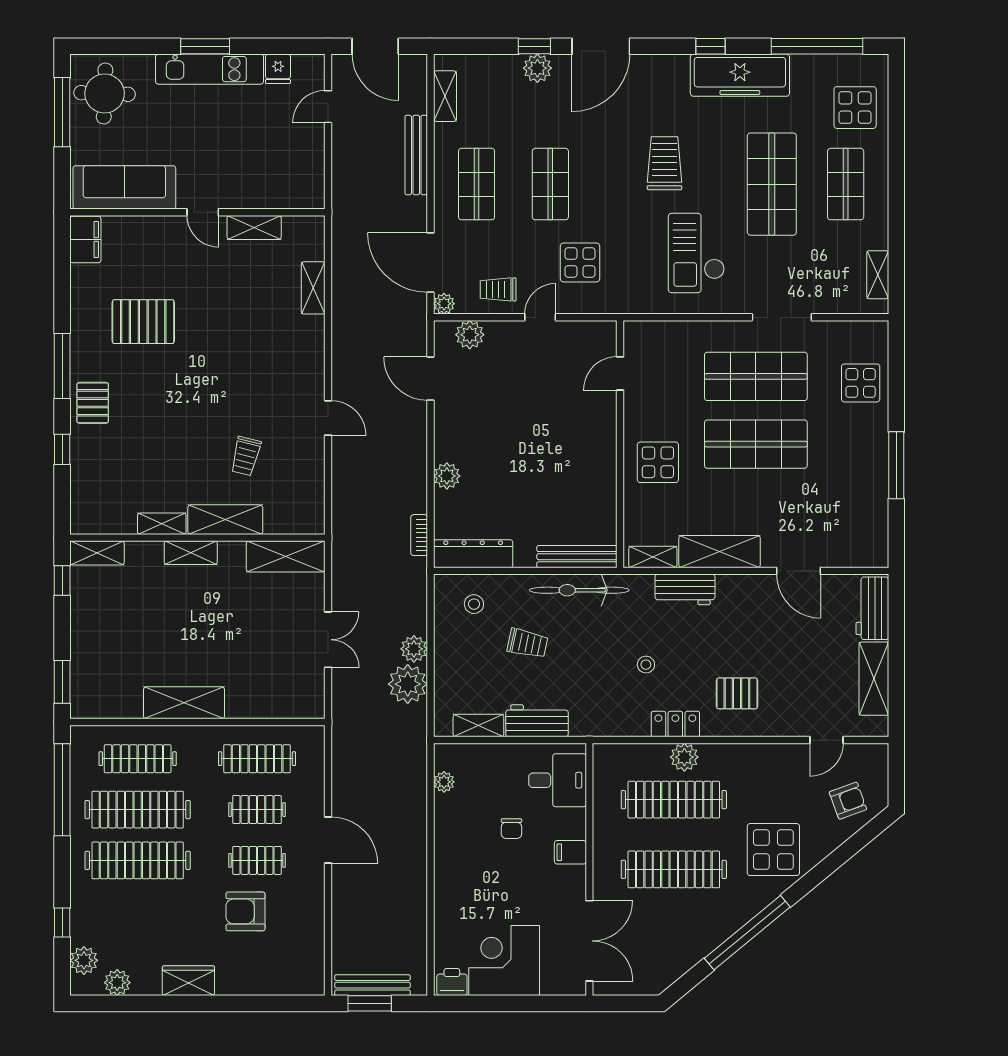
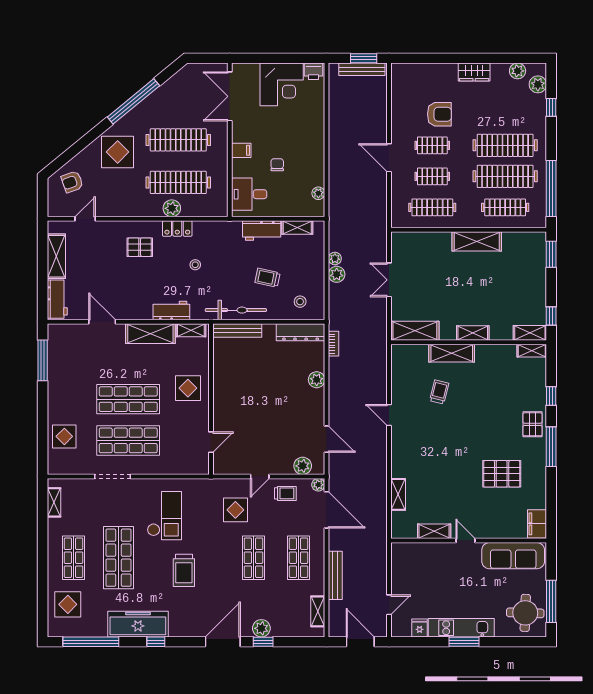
window: (896, 465) -> (43, 360), moved
shelving: (162, 524) -> (532, 351), moved
plant: (408, 684) -> (335, 258), width x0.53, depth x0.53

